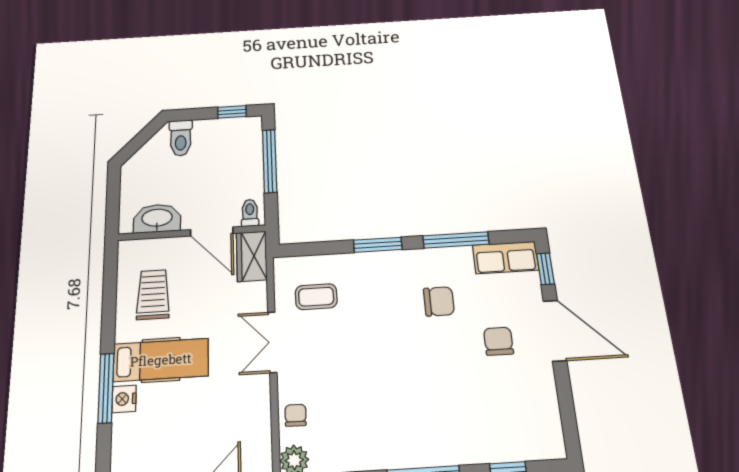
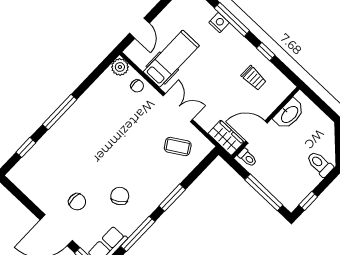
trolley: (153, 294) -> (254, 78), width x0.73, depth x0.72
coffee table: (316, 297) -> (178, 146), turned 58
chair: (439, 301) -> (120, 196), turned 145
window: (109, 312) -> (266, 52), added
hospital bed: (161, 360) -> (171, 59), moved, turned 180

